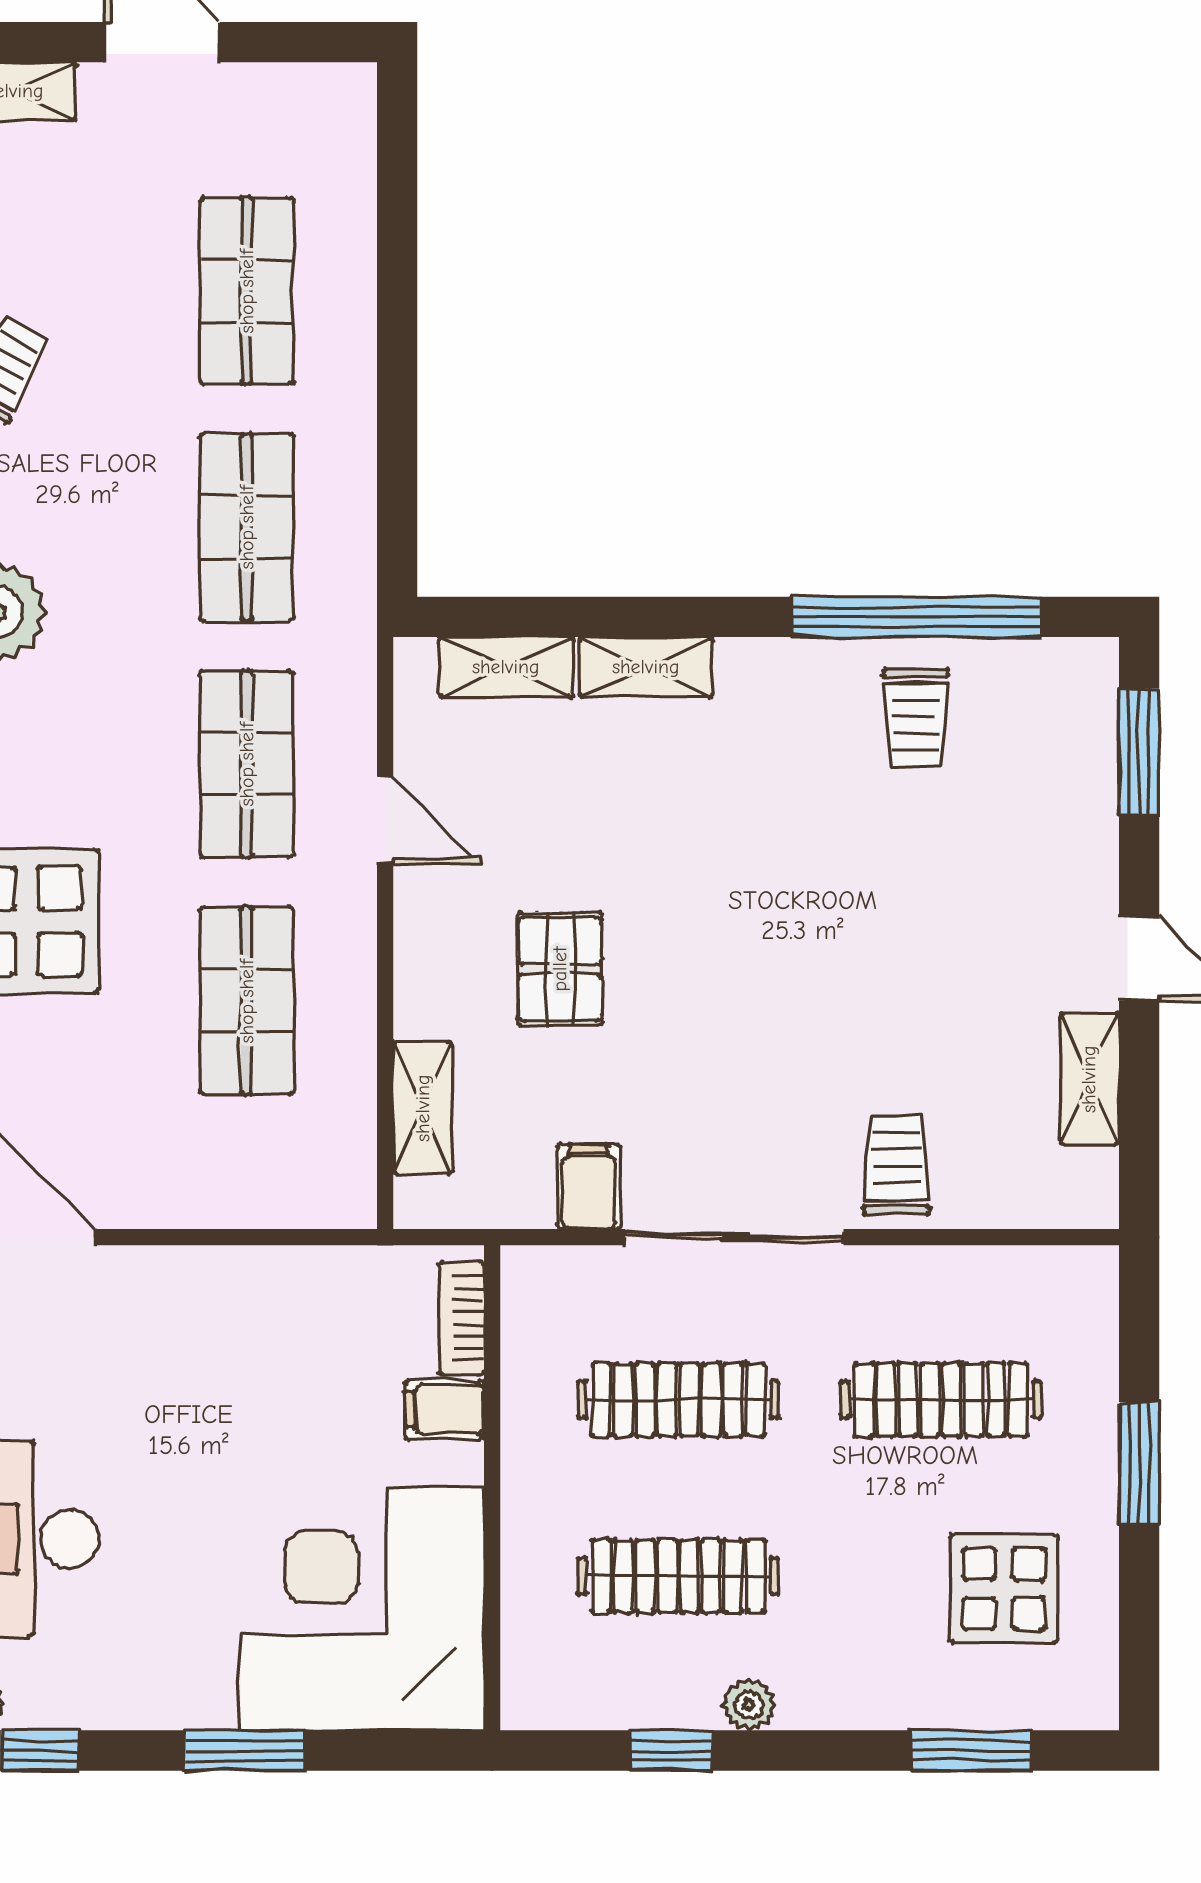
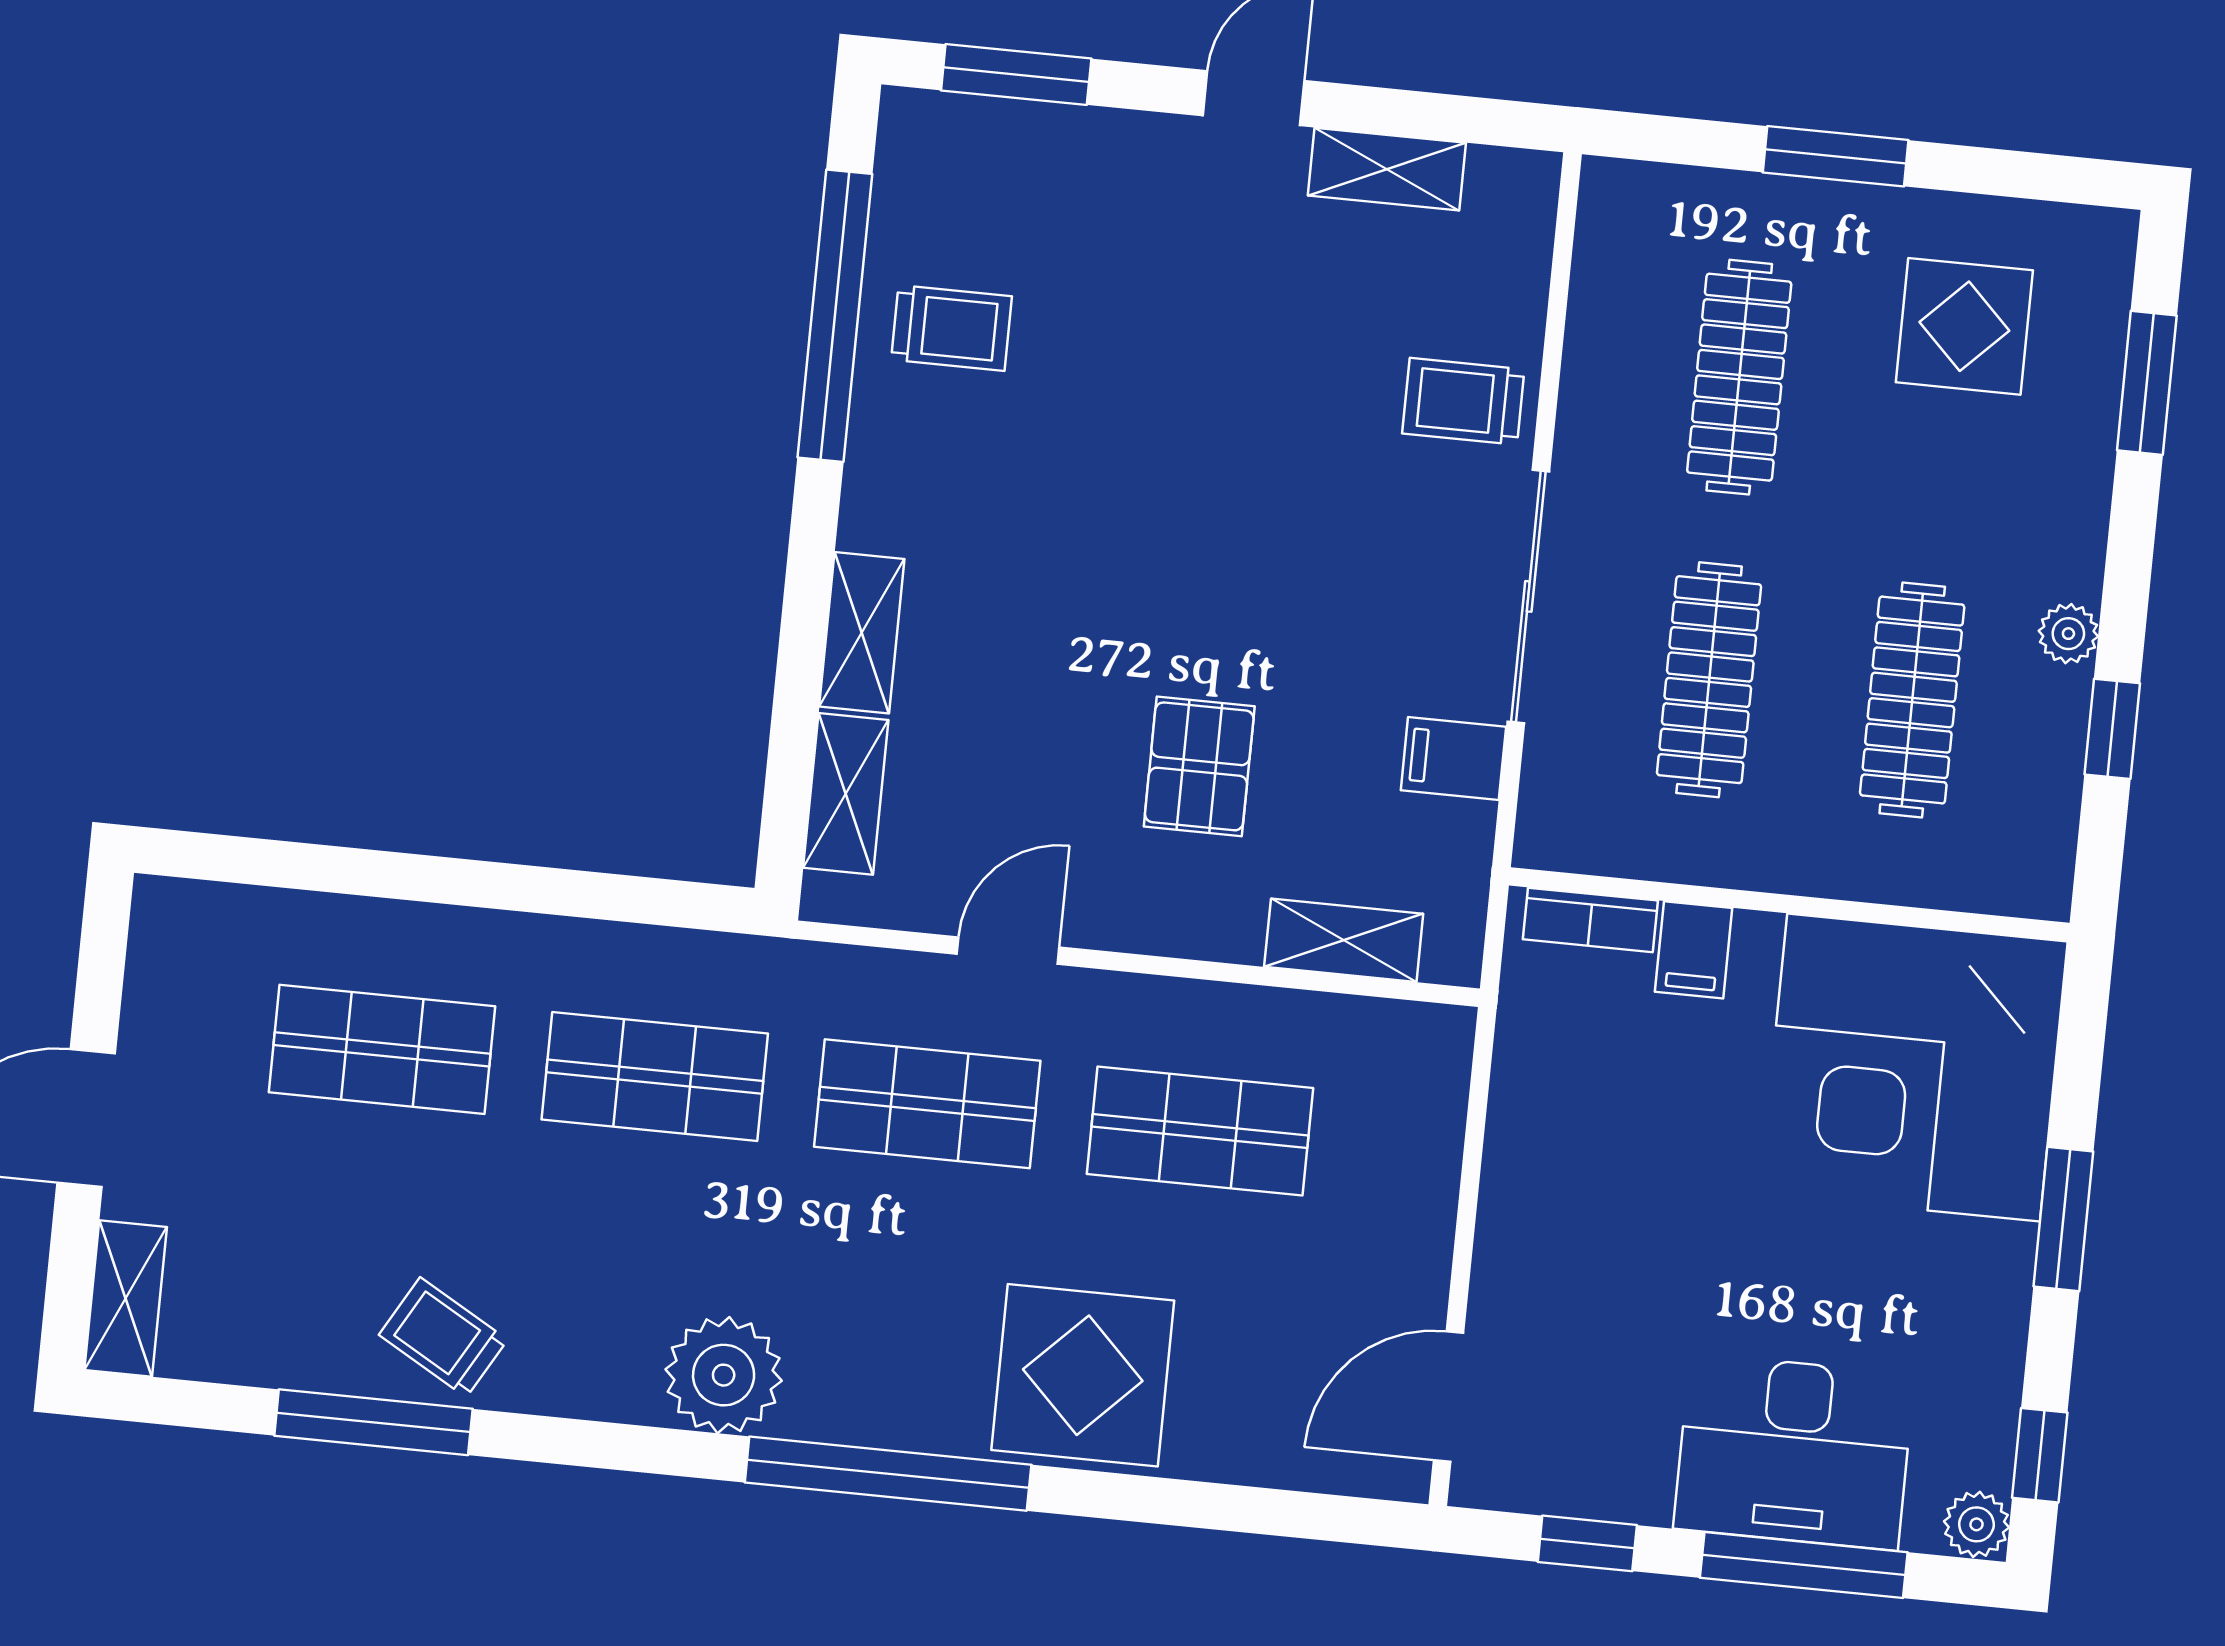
pallet: (560, 969) -> (1199, 766), turned 90

